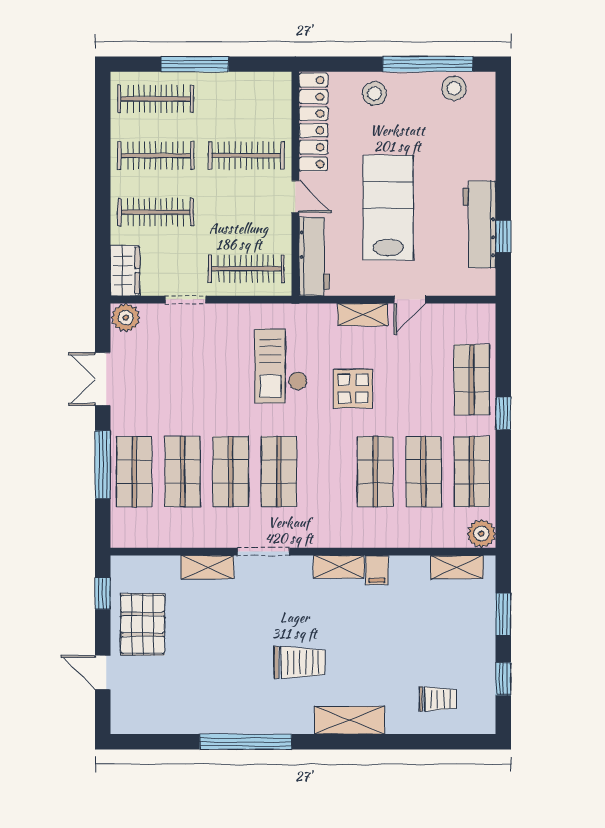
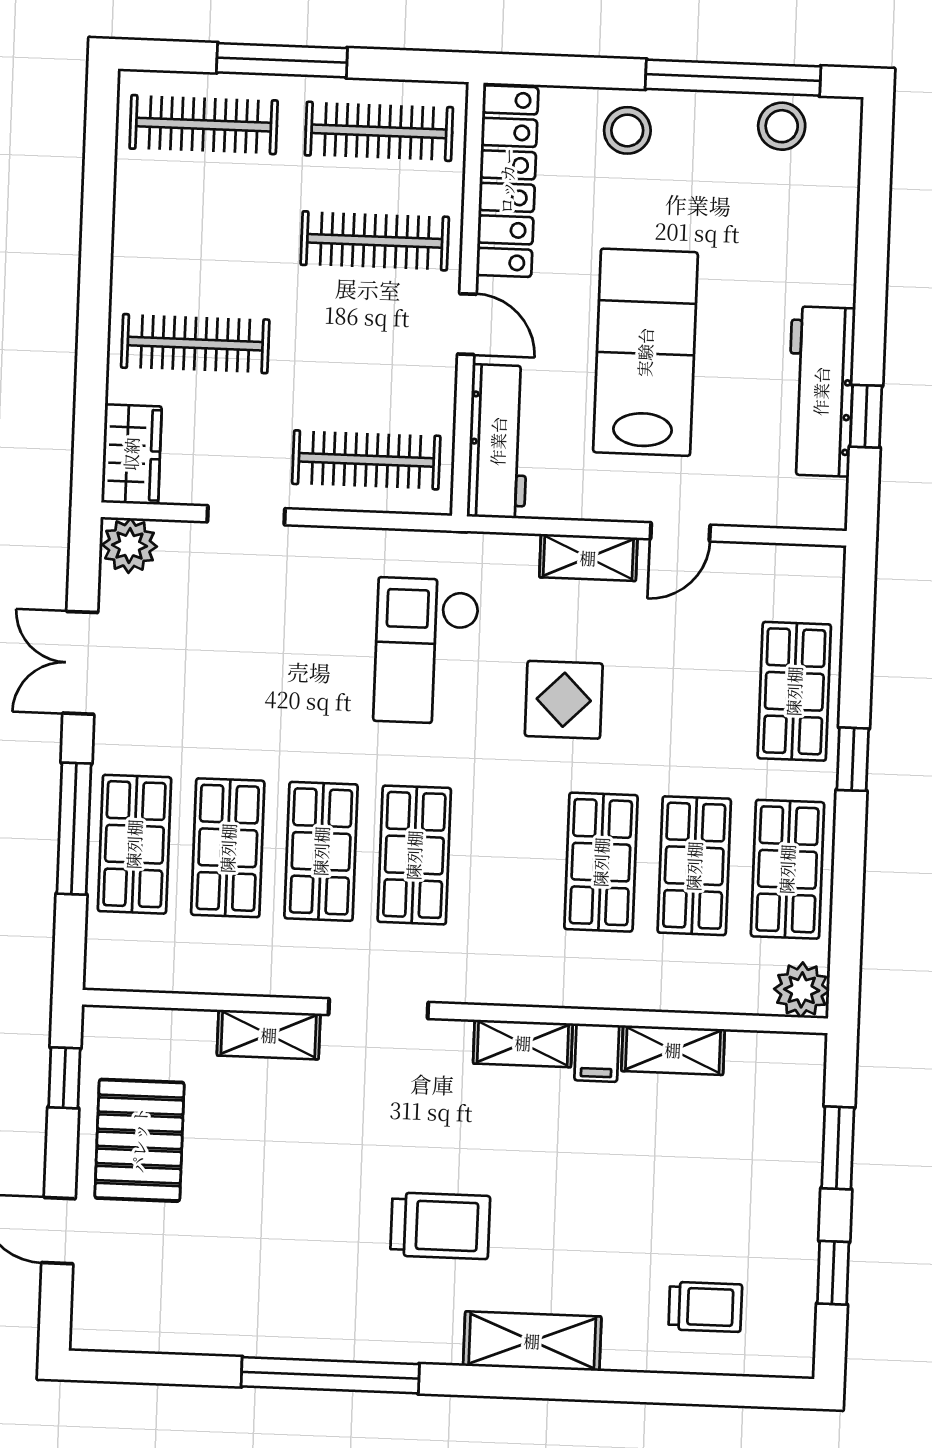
clothes rail: (156, 155) -> (379, 131), moved
shelving: (457, 567) -> (673, 1050), moved

